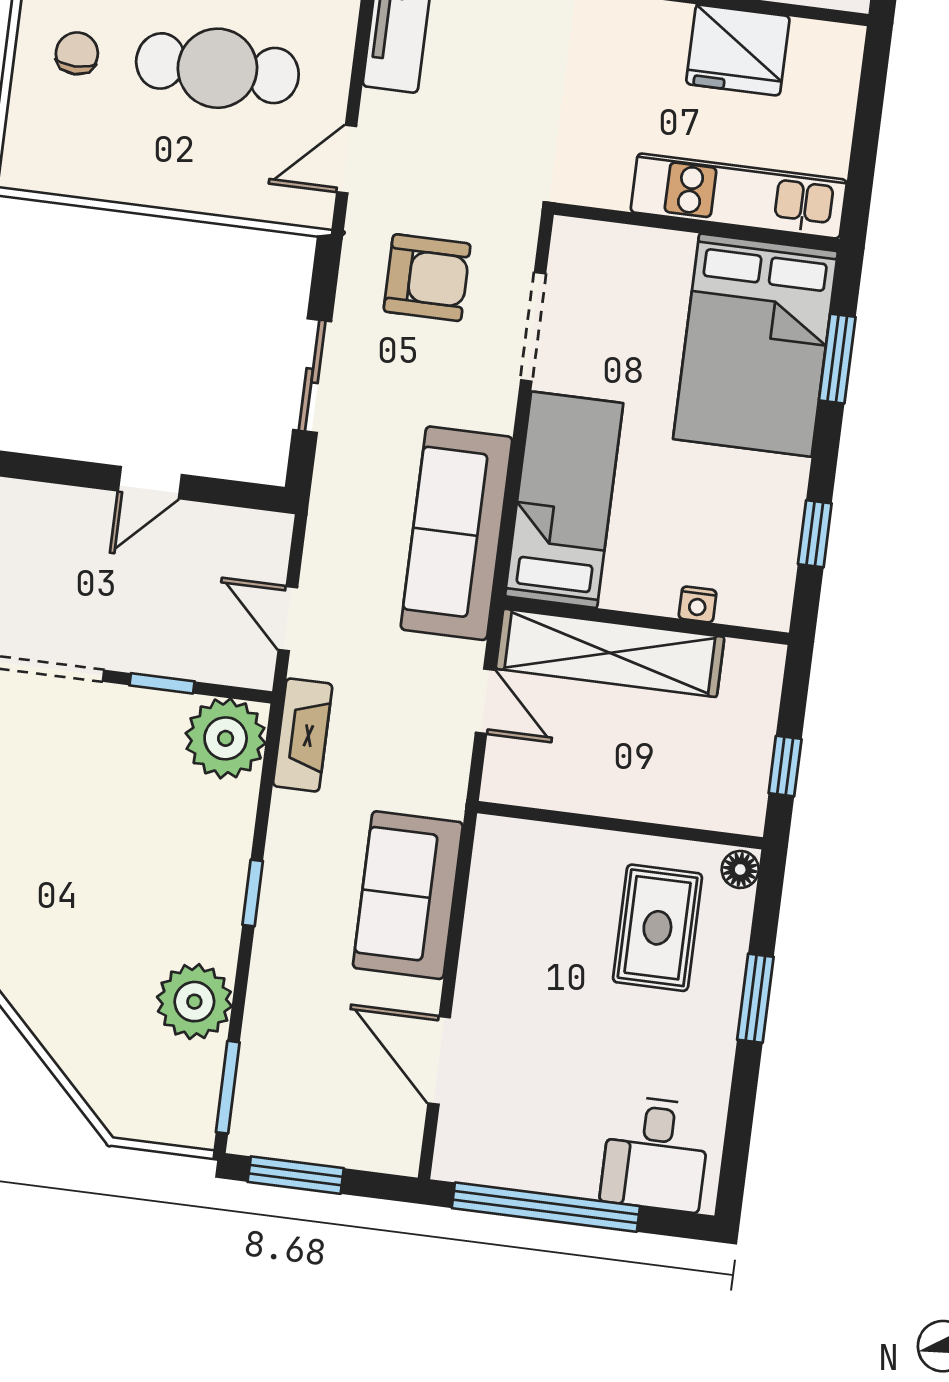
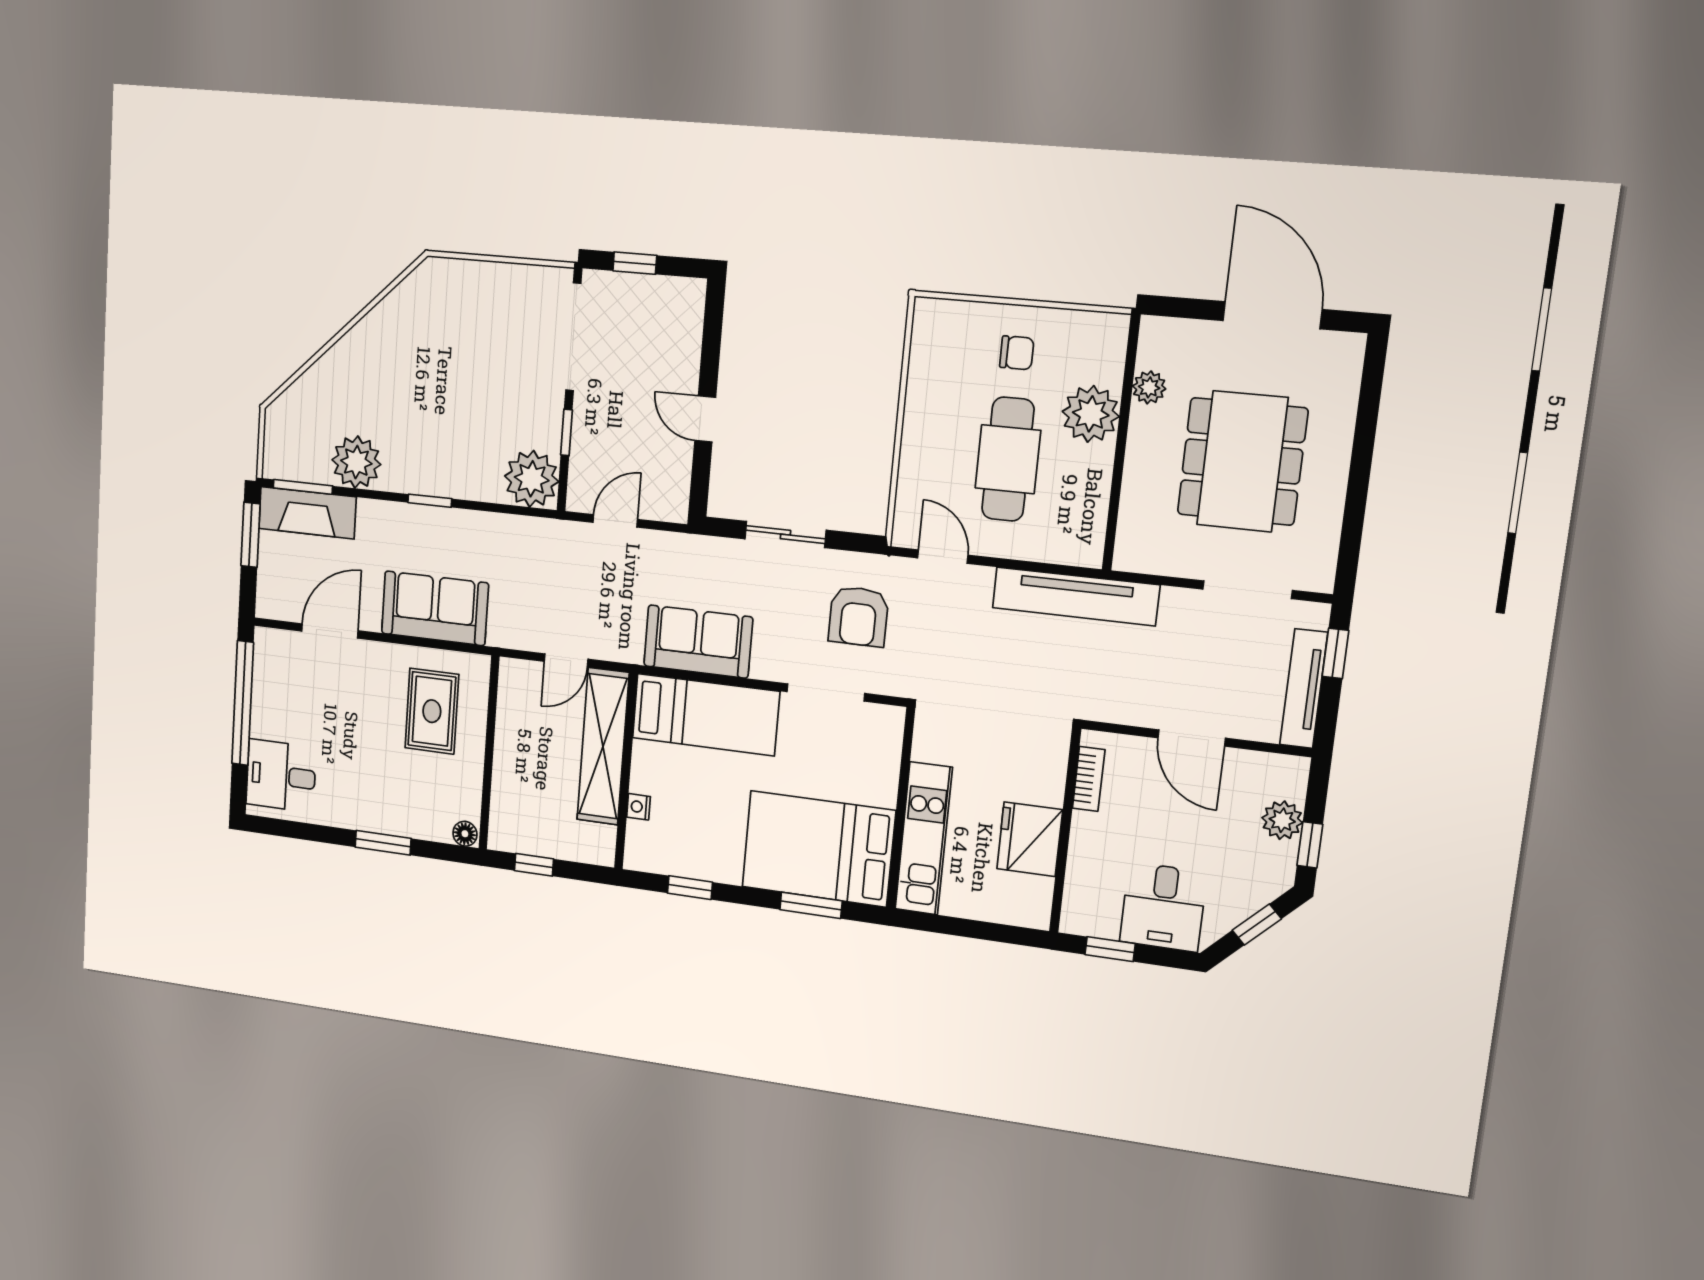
sofa: (456, 533) -> (698, 642), width x0.73
fireplace: (303, 735) -> (307, 513), moved, width x1.37, depth x1.32
rug: (657, 928) -> (432, 711), moved, turned 90

